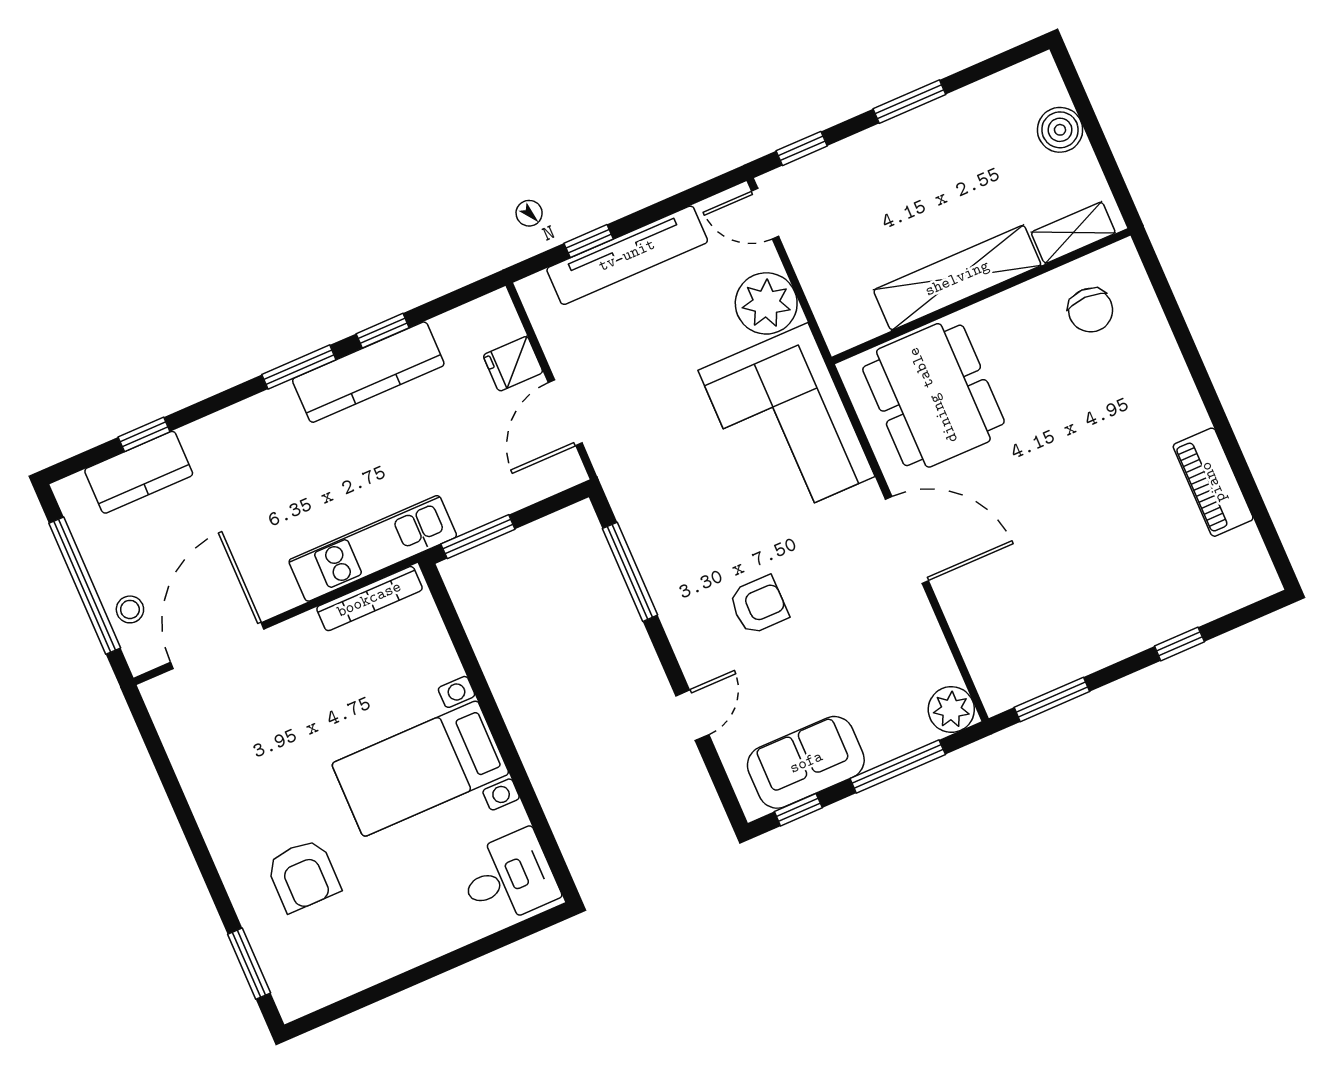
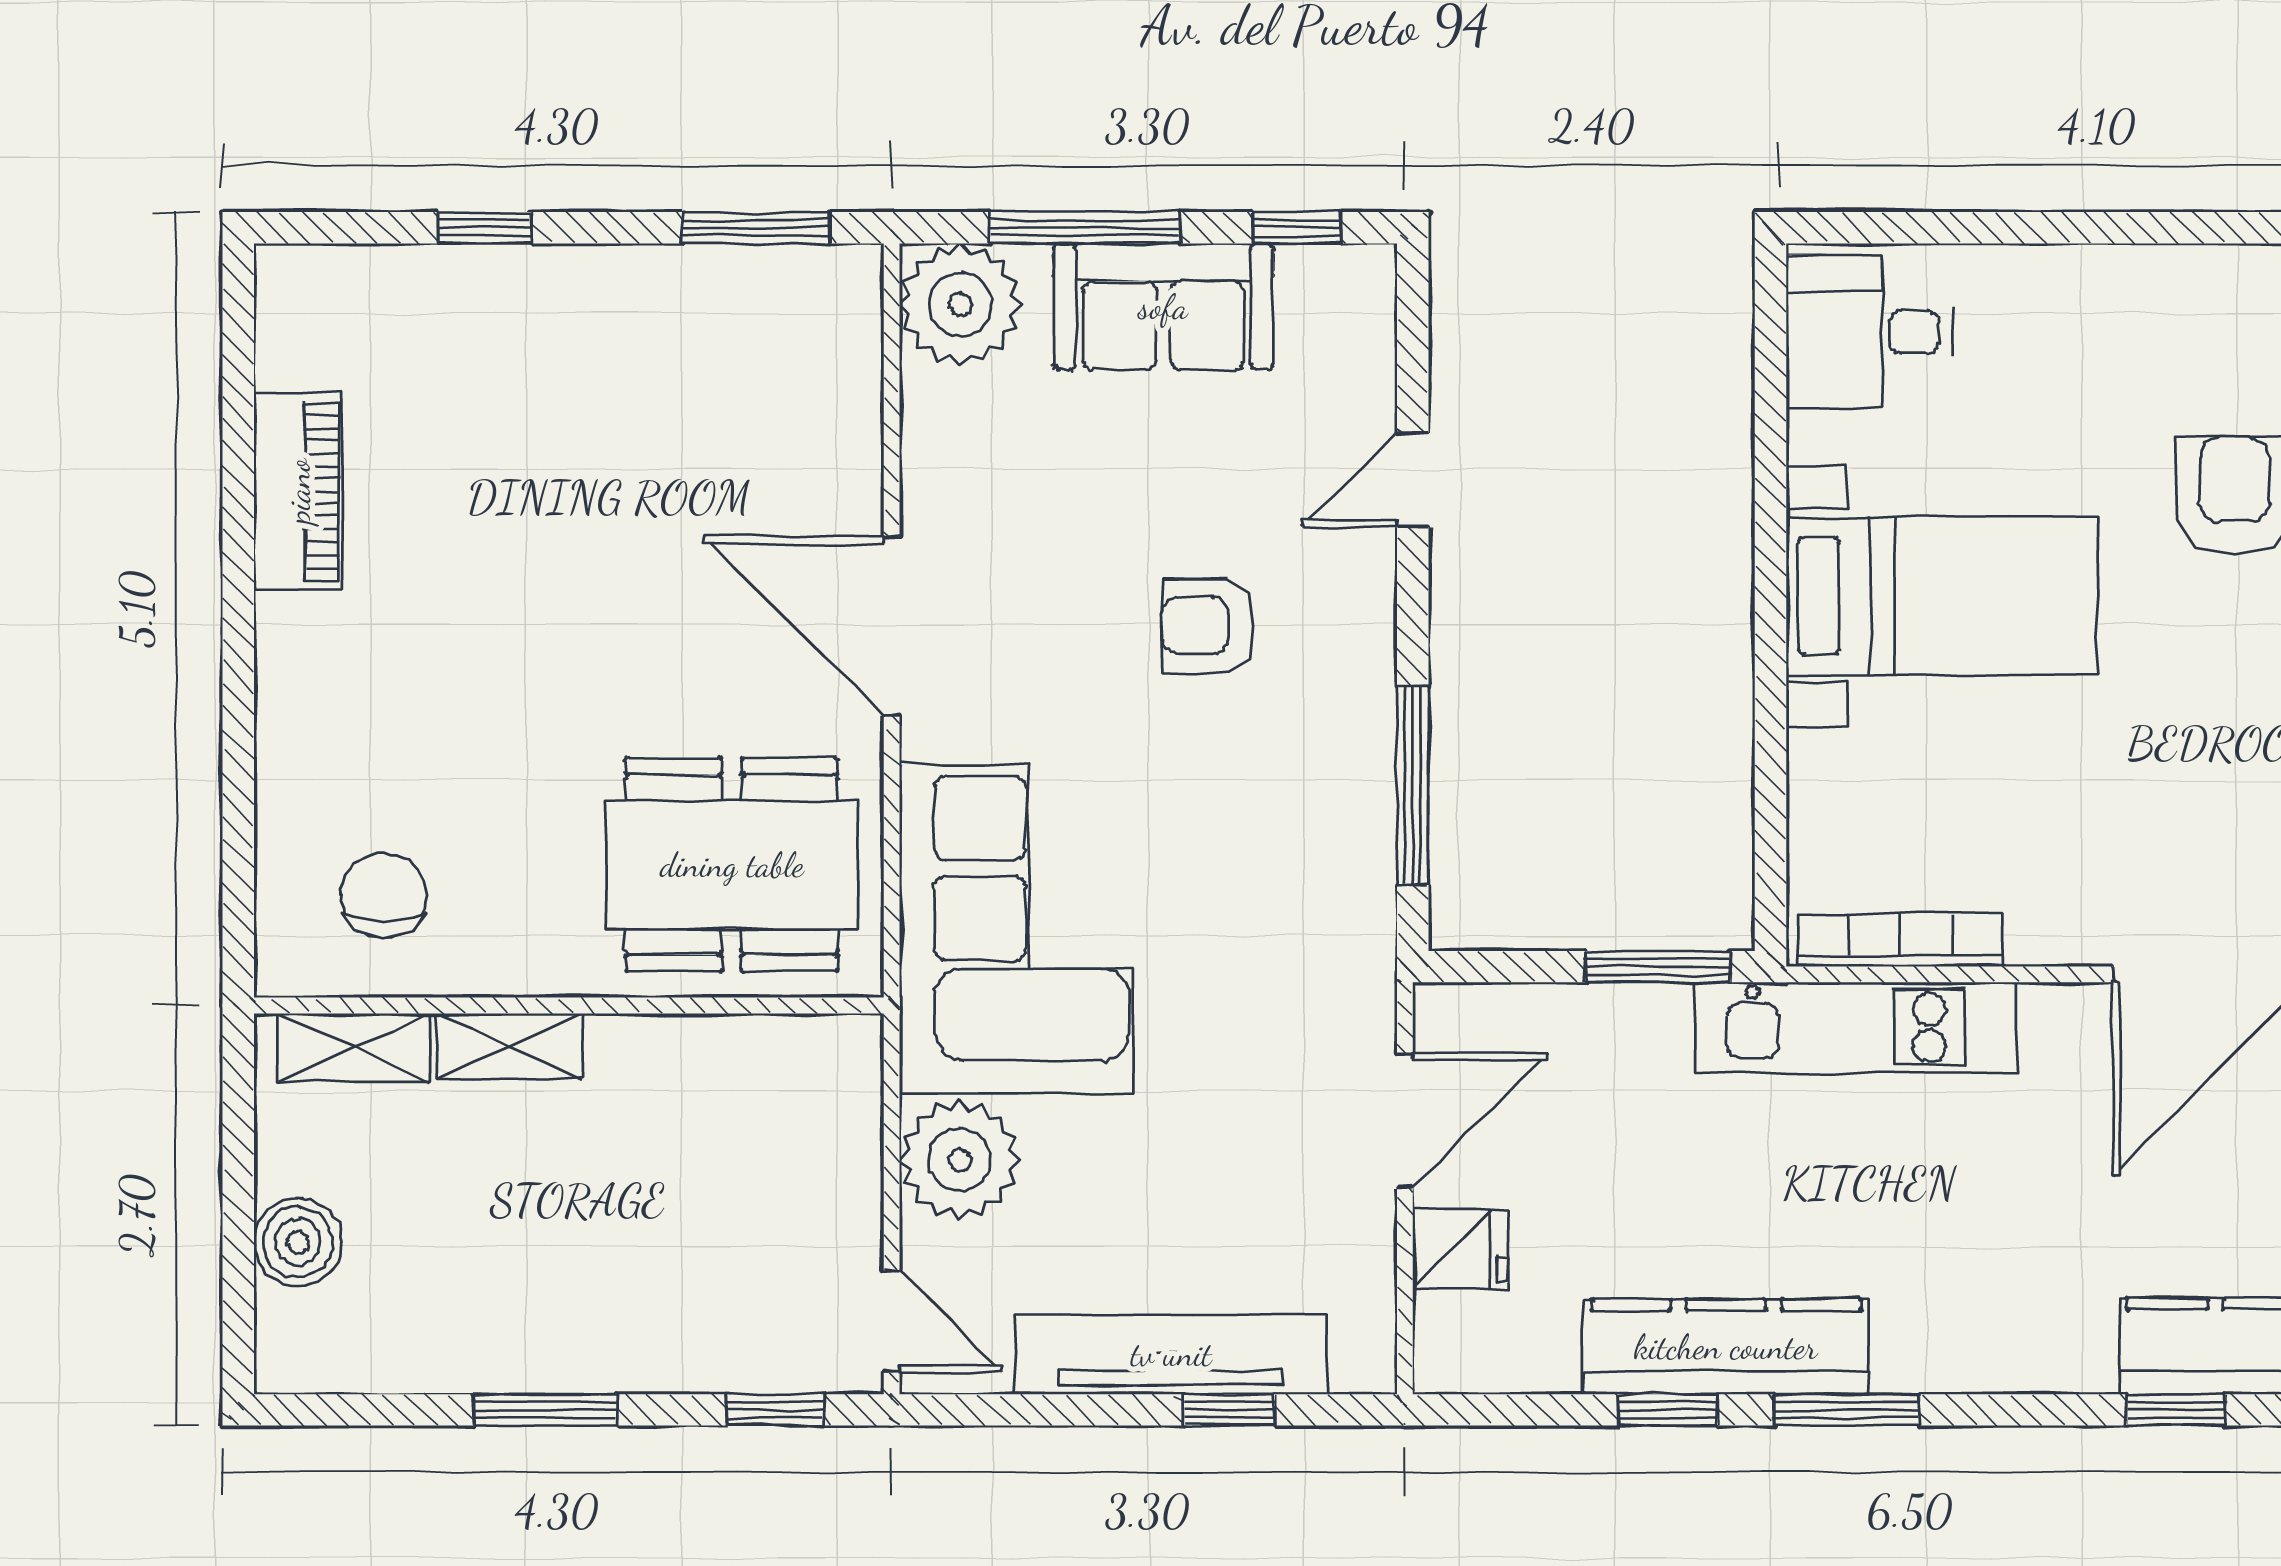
shelving: (957, 278) -> (509, 1046), width x0.45, depth x0.75
dining table: (933, 395) -> (732, 865), turned 90
plant: (951, 709) -> (961, 304), width x1.36, depth x1.36
sofa: (806, 762) -> (1163, 307), moved

